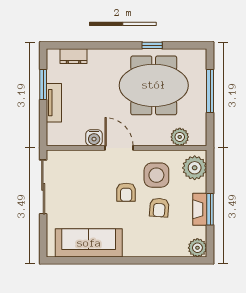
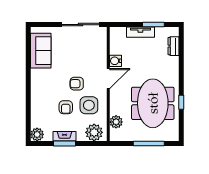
armchair: (159, 208) -> (66, 107), turned -94
sofa: (89, 243) -> (41, 51), width x0.73

